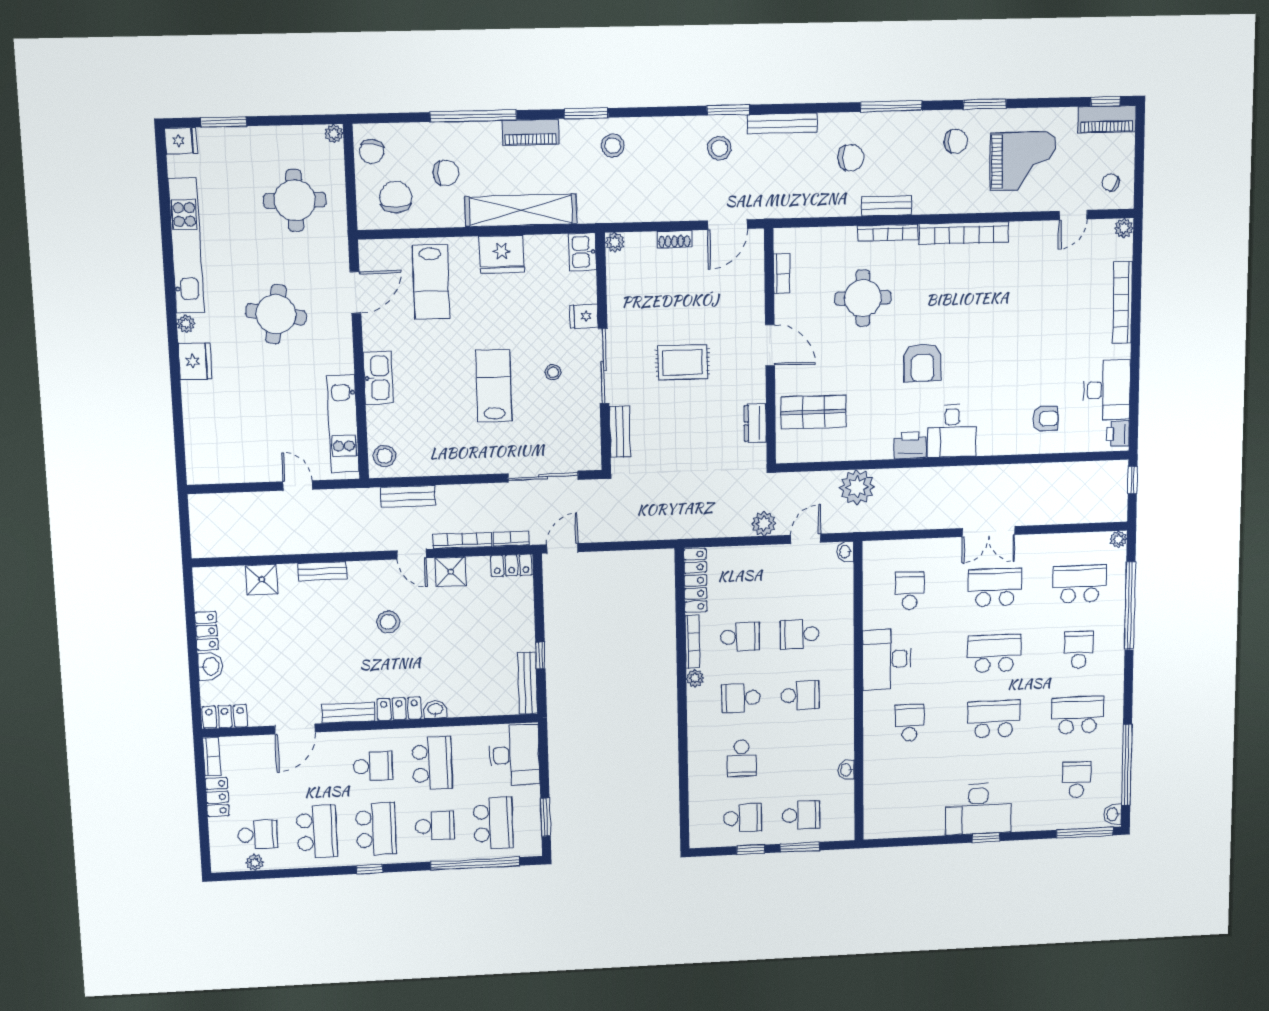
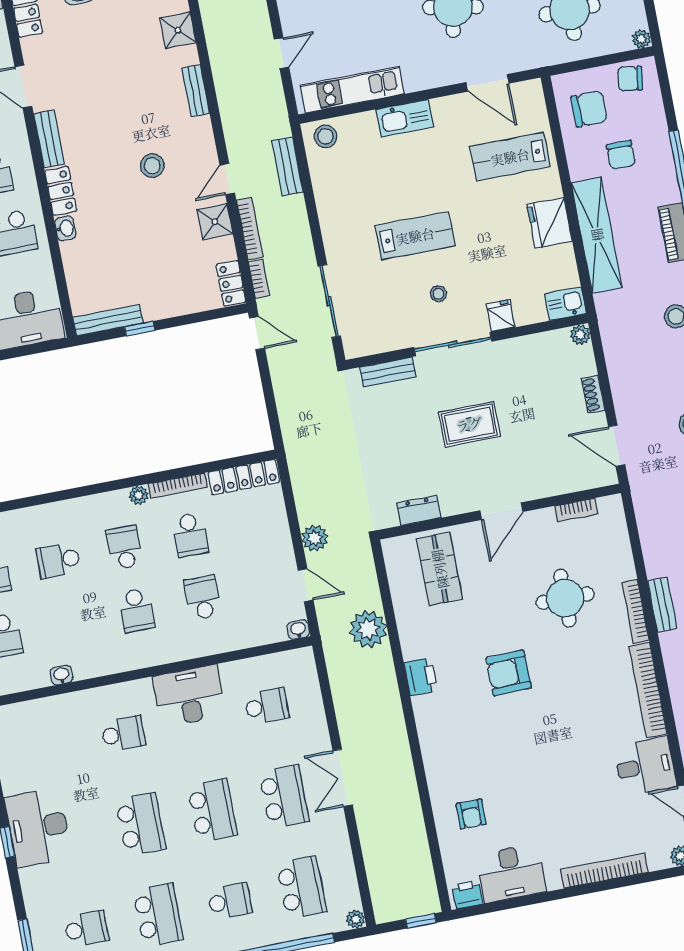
rug: (682, 362) -> (469, 424), turned 90
desk: (952, 431) -> (645, 766), moved, turned 180

